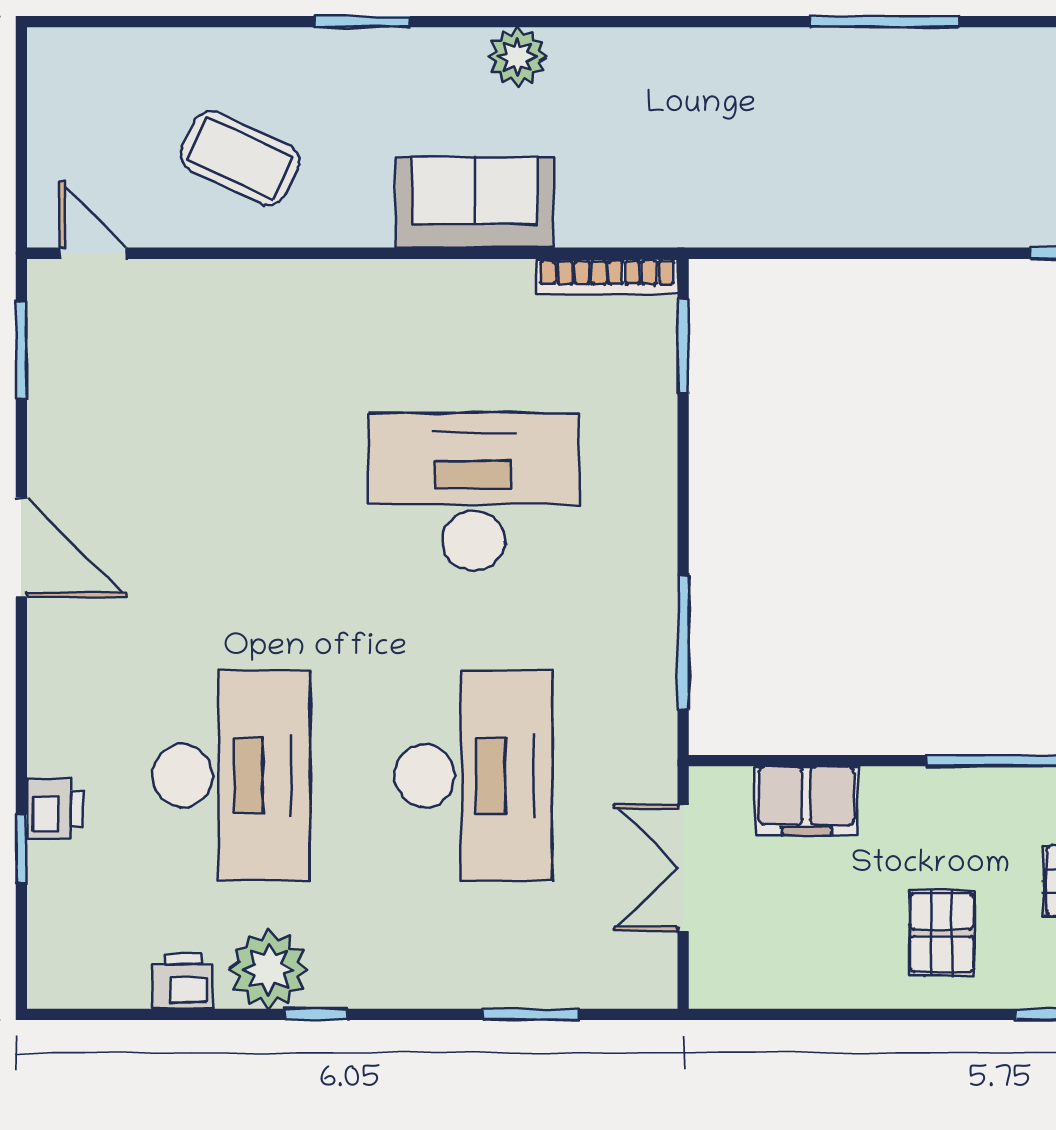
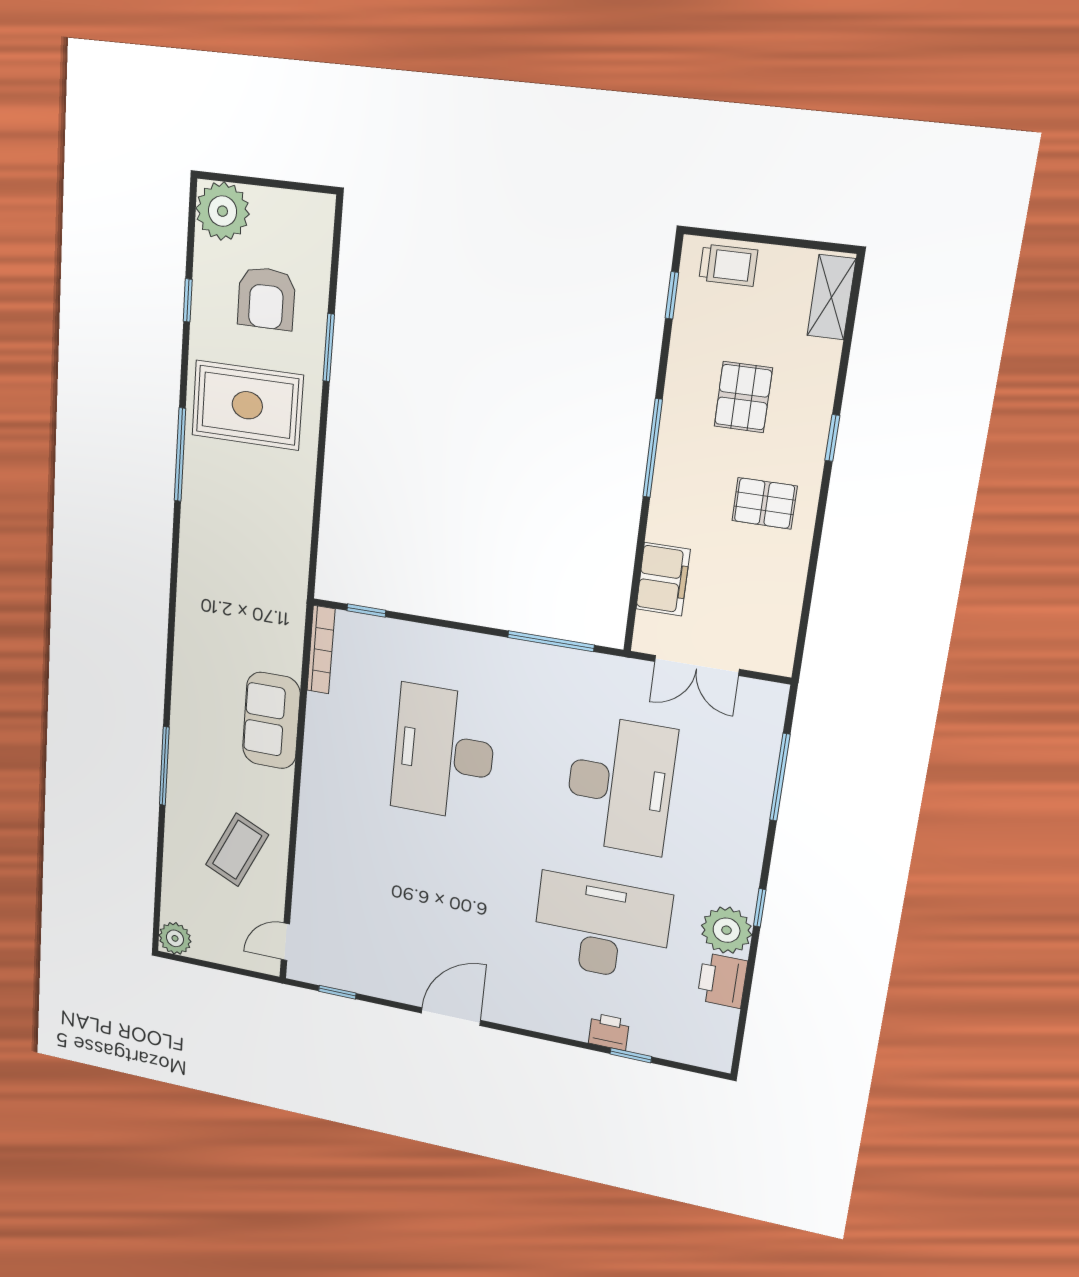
window: (362, 22) -> (164, 766), width x1.44
plant: (517, 57) -> (175, 938), moved
rug: (977, 129) -> (247, 405), added
window: (683, 346) -> (366, 610), width x0.67
window: (21, 350) -> (337, 992), width x0.67
desk: (474, 776) -> (620, 785), turned 90
printer: (183, 981) -> (722, 980), width x1.36, depth x1.24
window: (531, 1014) -> (780, 777), width x1.44

